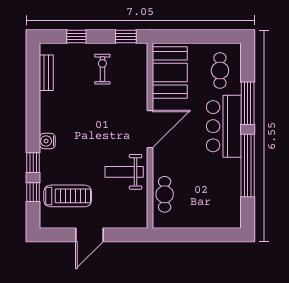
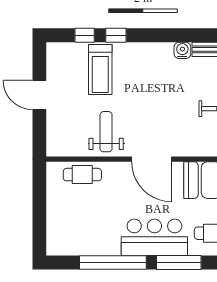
water cooler: (47, 141) -> (182, 50), moved
treadmill: (68, 196) -> (100, 69), moved

